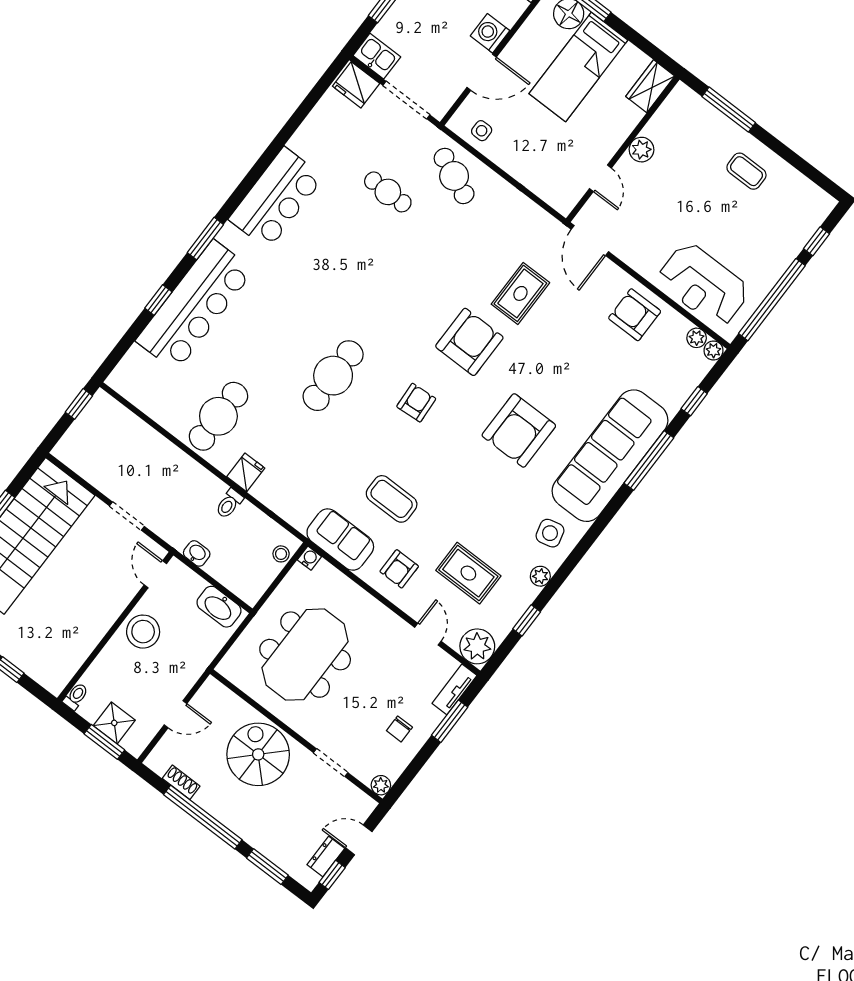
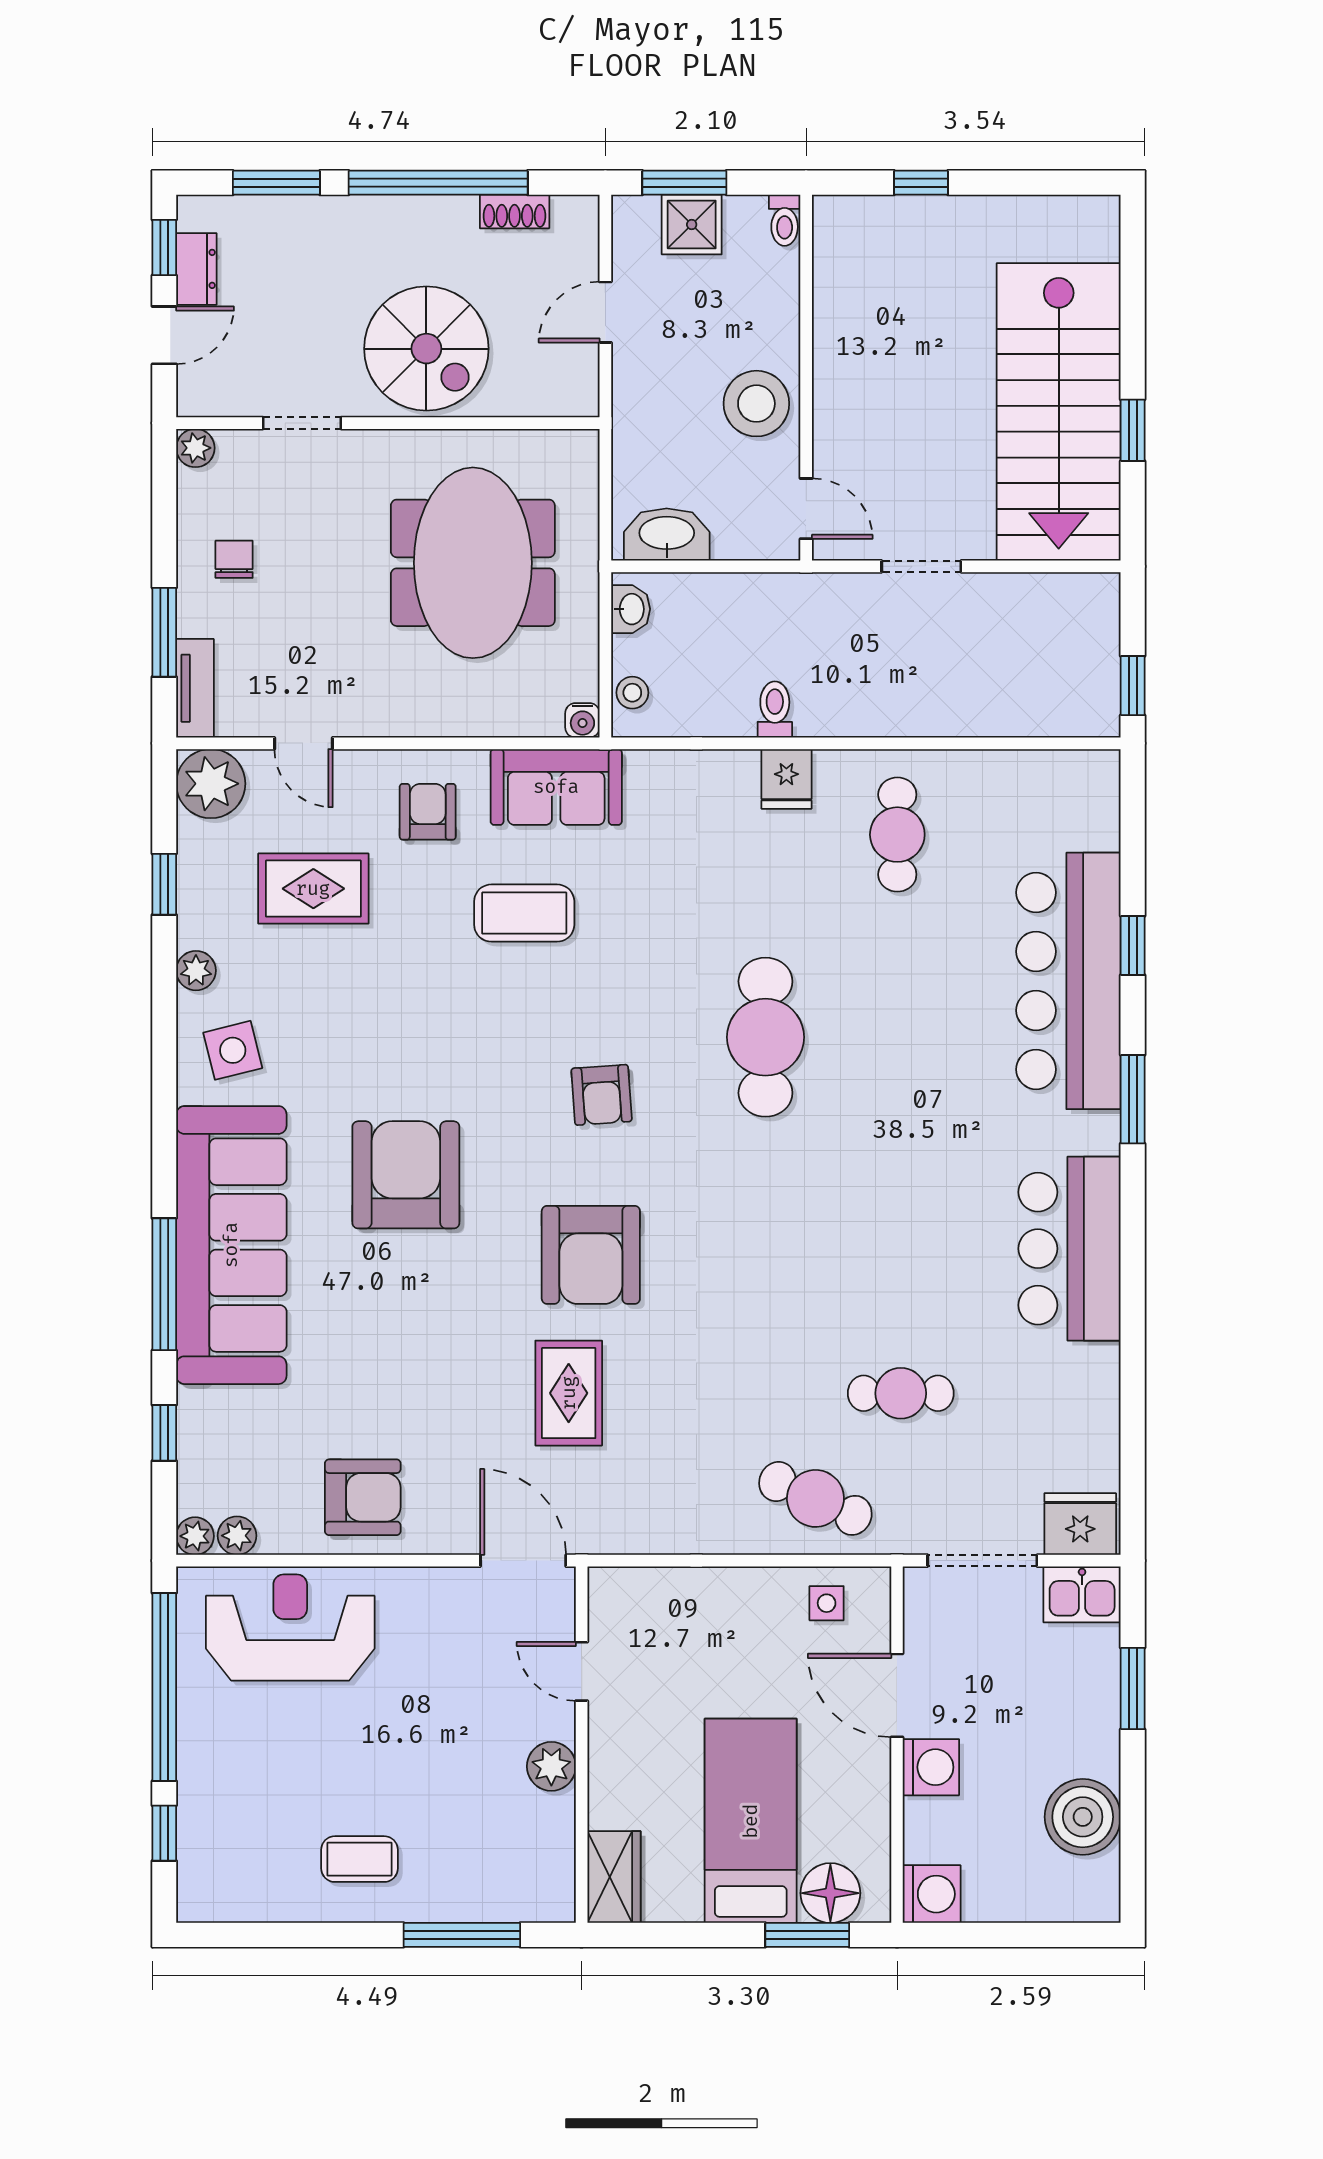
door: (482, 72) -> (897, 1695), hinge flipped
cafe table: (218, 416) -> (897, 835), width x0.73, depth x0.74
washbasin: (197, 553) -> (631, 609), moved, turned -90

